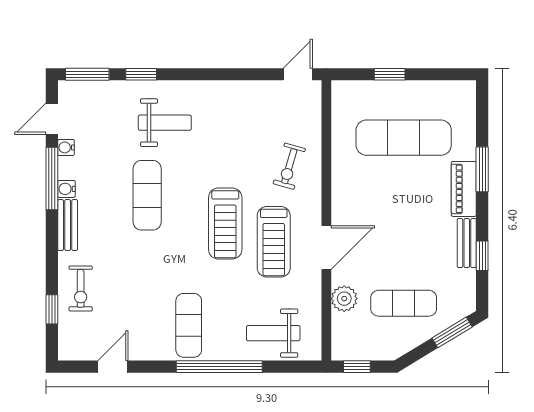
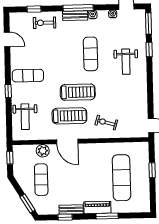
window: (52, 179) -> (78, 8), moved
exercise mat: (147, 195) -> (90, 54), turned 90
treadmill: (225, 224) -> (78, 92), turned 180
treadmill: (274, 242) -> (69, 116), turned 180
weight bench: (273, 333) -> (25, 117), turned 180
window: (219, 367) -> (8, 91), width x0.32

